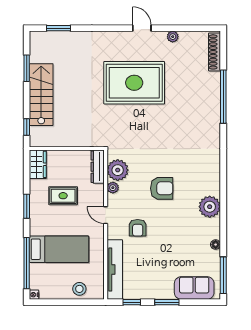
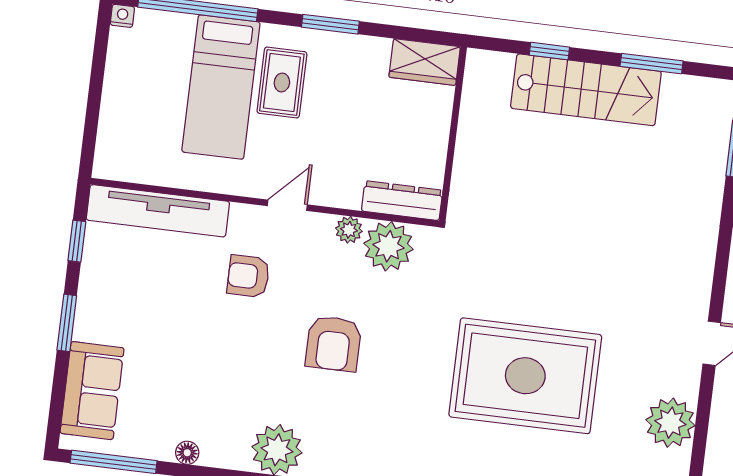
plant: (173, 37) -> (670, 423), width x1.87, depth x1.87
rug: (134, 83) -> (525, 376), moved, turned 90
window: (27, 127) -> (549, 51), moved
rug: (63, 196) -> (282, 82), moved
stool: (79, 289) -> (123, 123), removed

